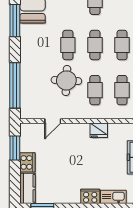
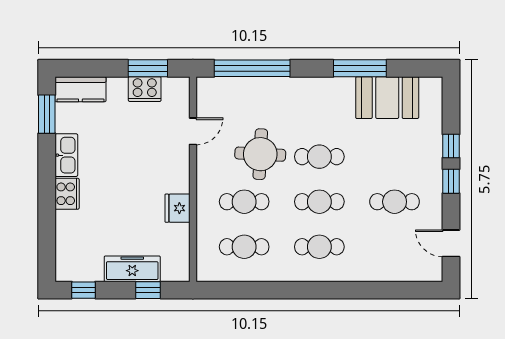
door: (53, 121) -> (193, 131), swing flipped
cooker: (27, 162) -> (145, 89), moved
kitchen sink: (113, 197) -> (66, 155), moved

